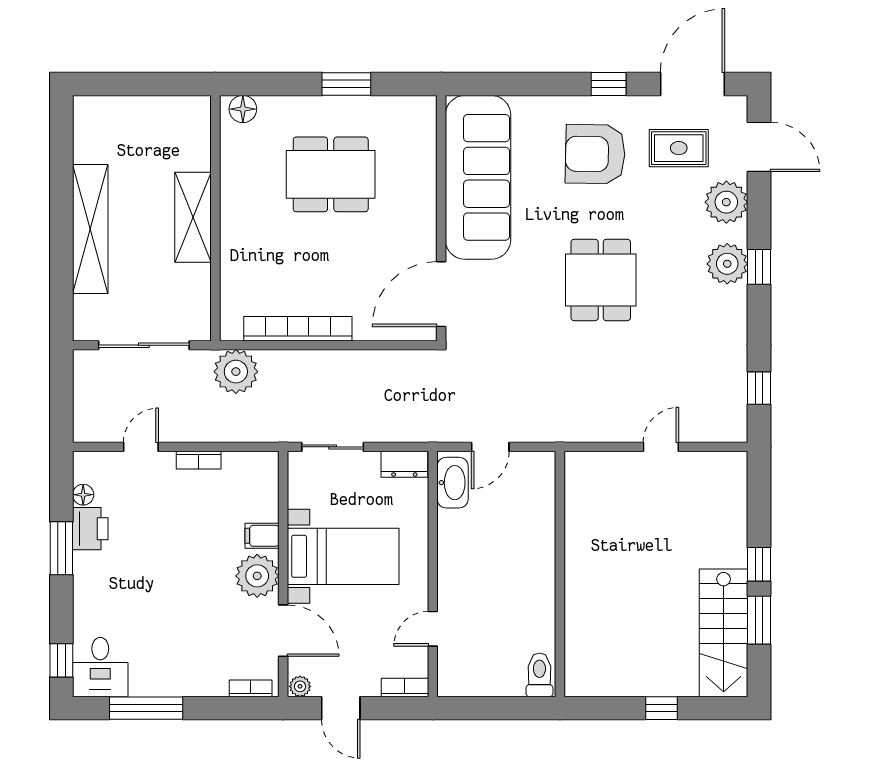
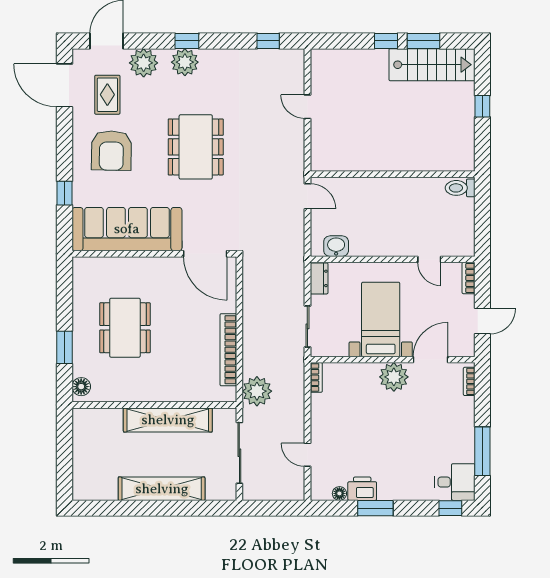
window: (346, 84) -> (64, 347), moved
window: (609, 84) -> (64, 193), moved
shelving: (193, 217) -> (168, 420), width x1.47
dining table: (601, 280) -> (196, 147), width x1.37
door: (490, 447) -> (307, 196), moved
bookcase: (199, 460) -> (316, 377), moved
washbasin: (453, 483) -> (336, 246), width x0.72
filing cabinet: (262, 536) -> (367, 374), removed
plant: (300, 686) -> (468, 348), removed

